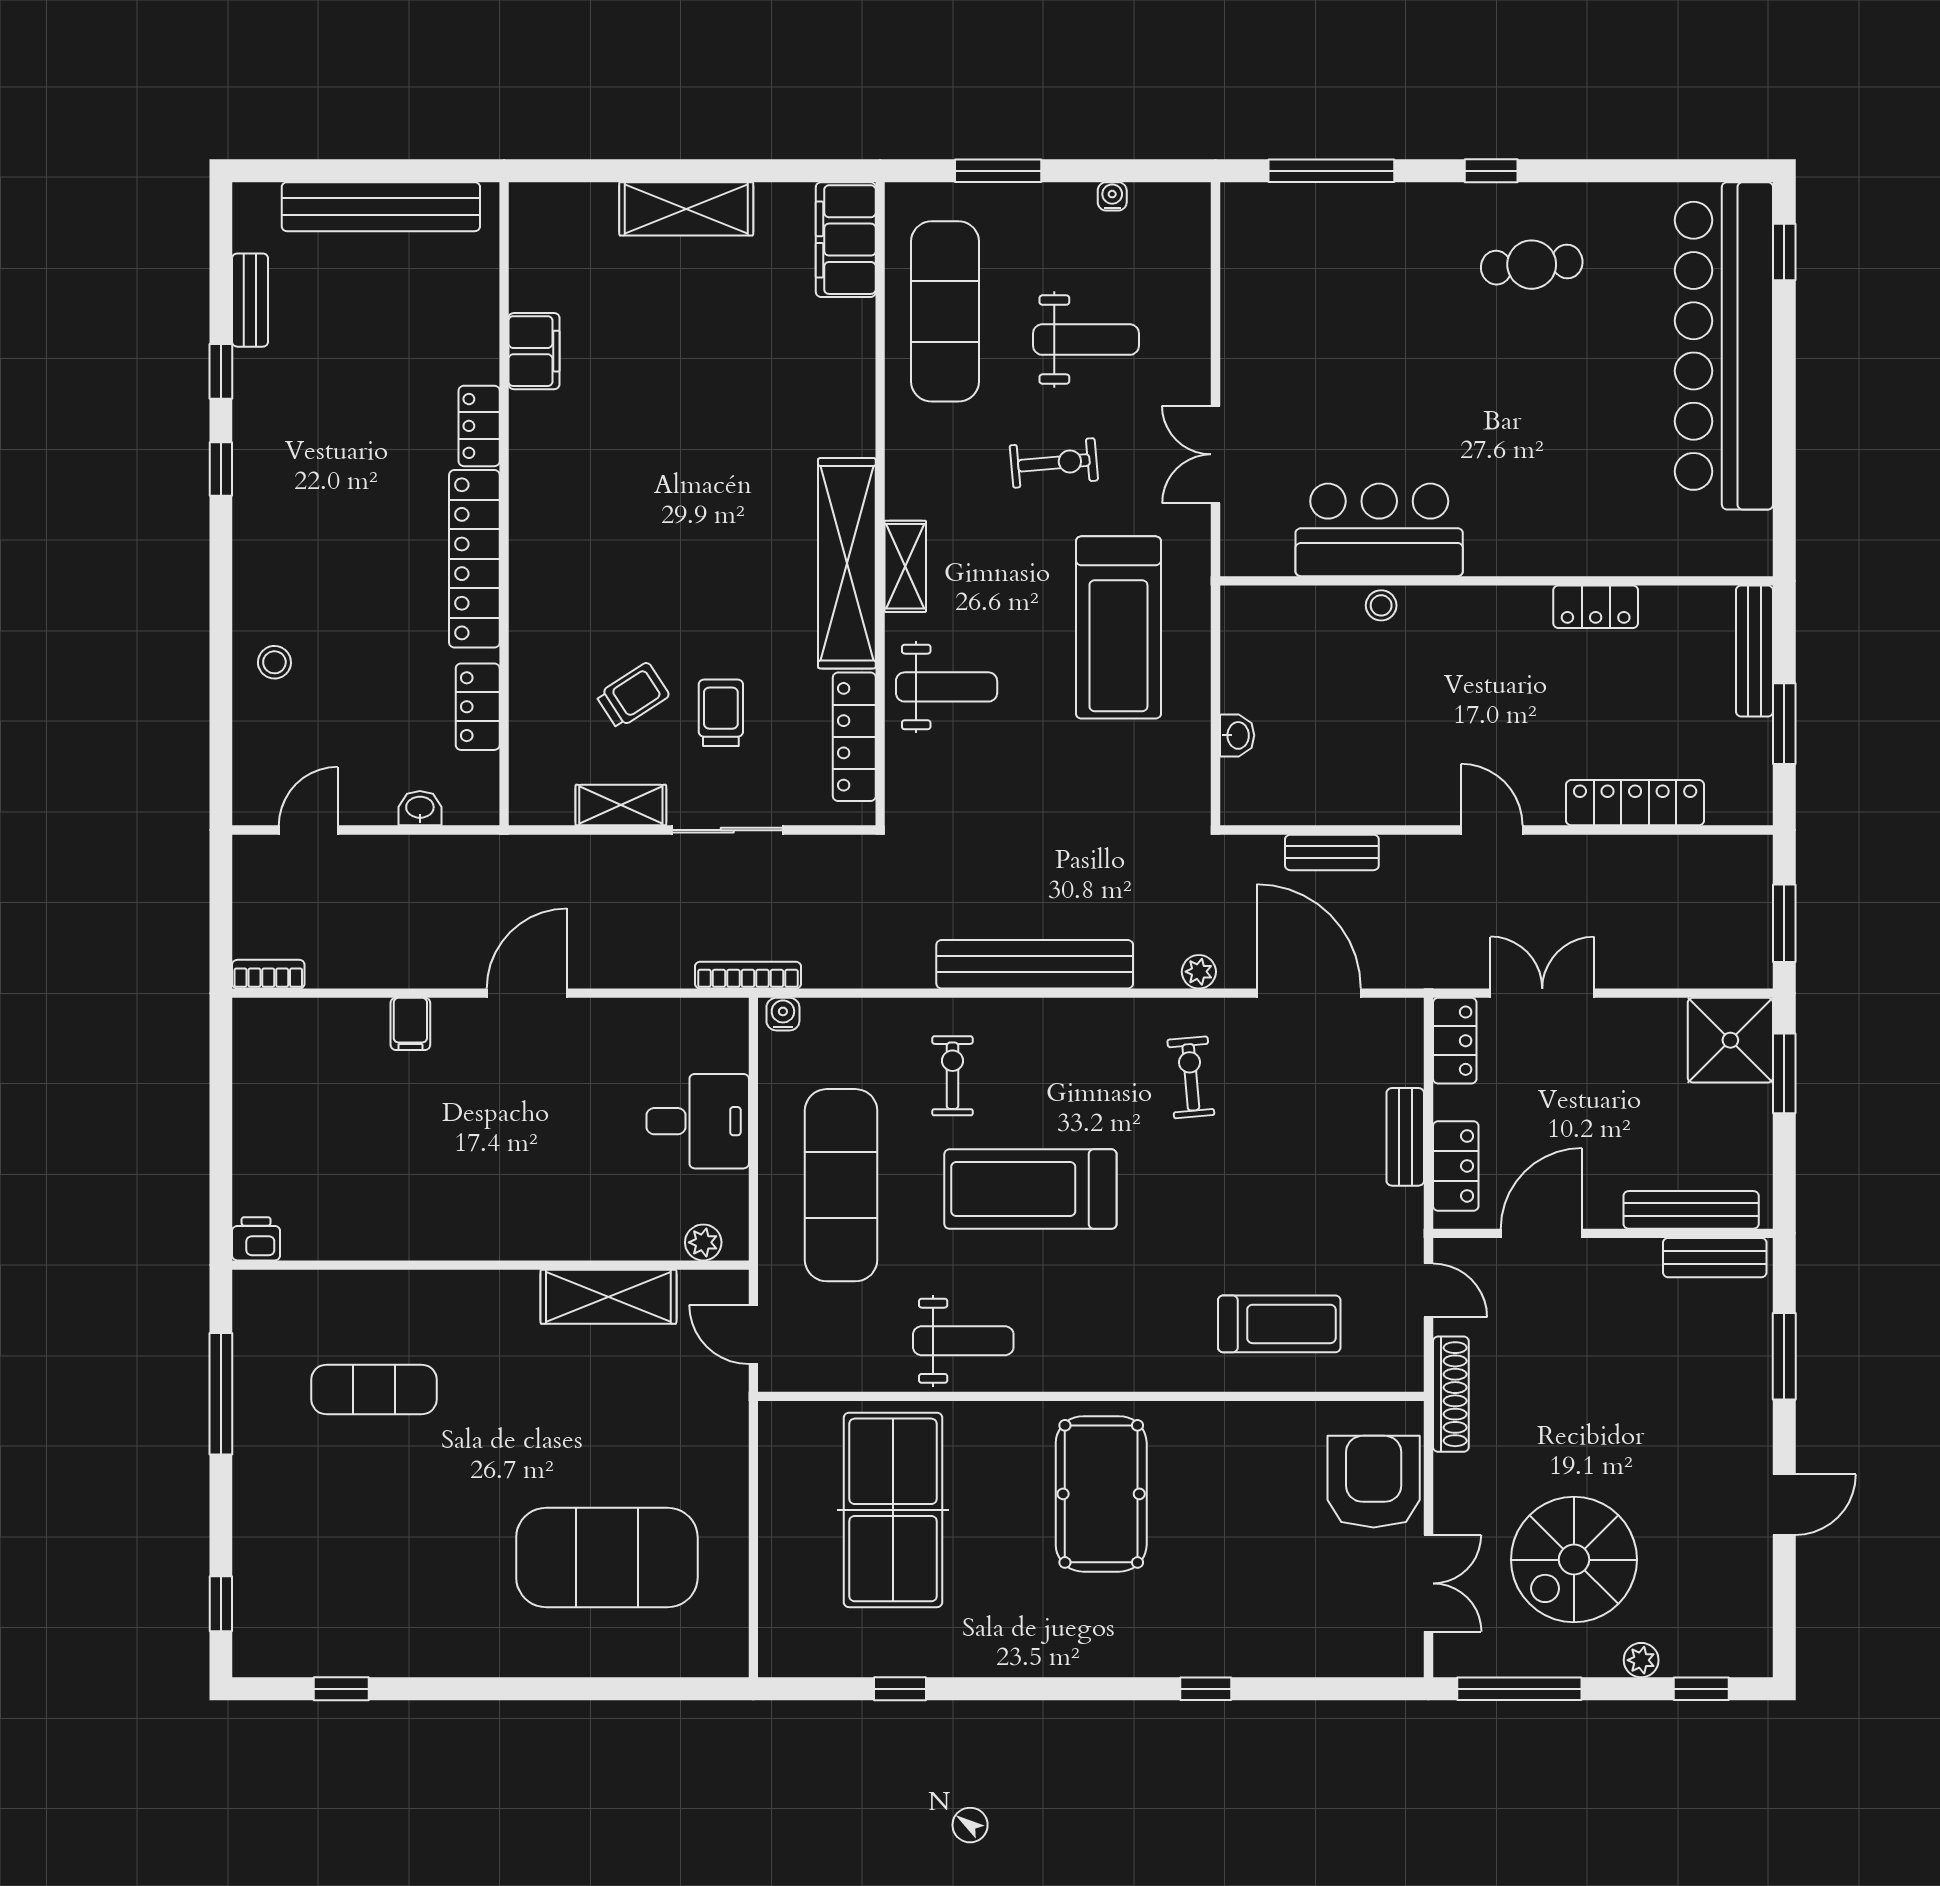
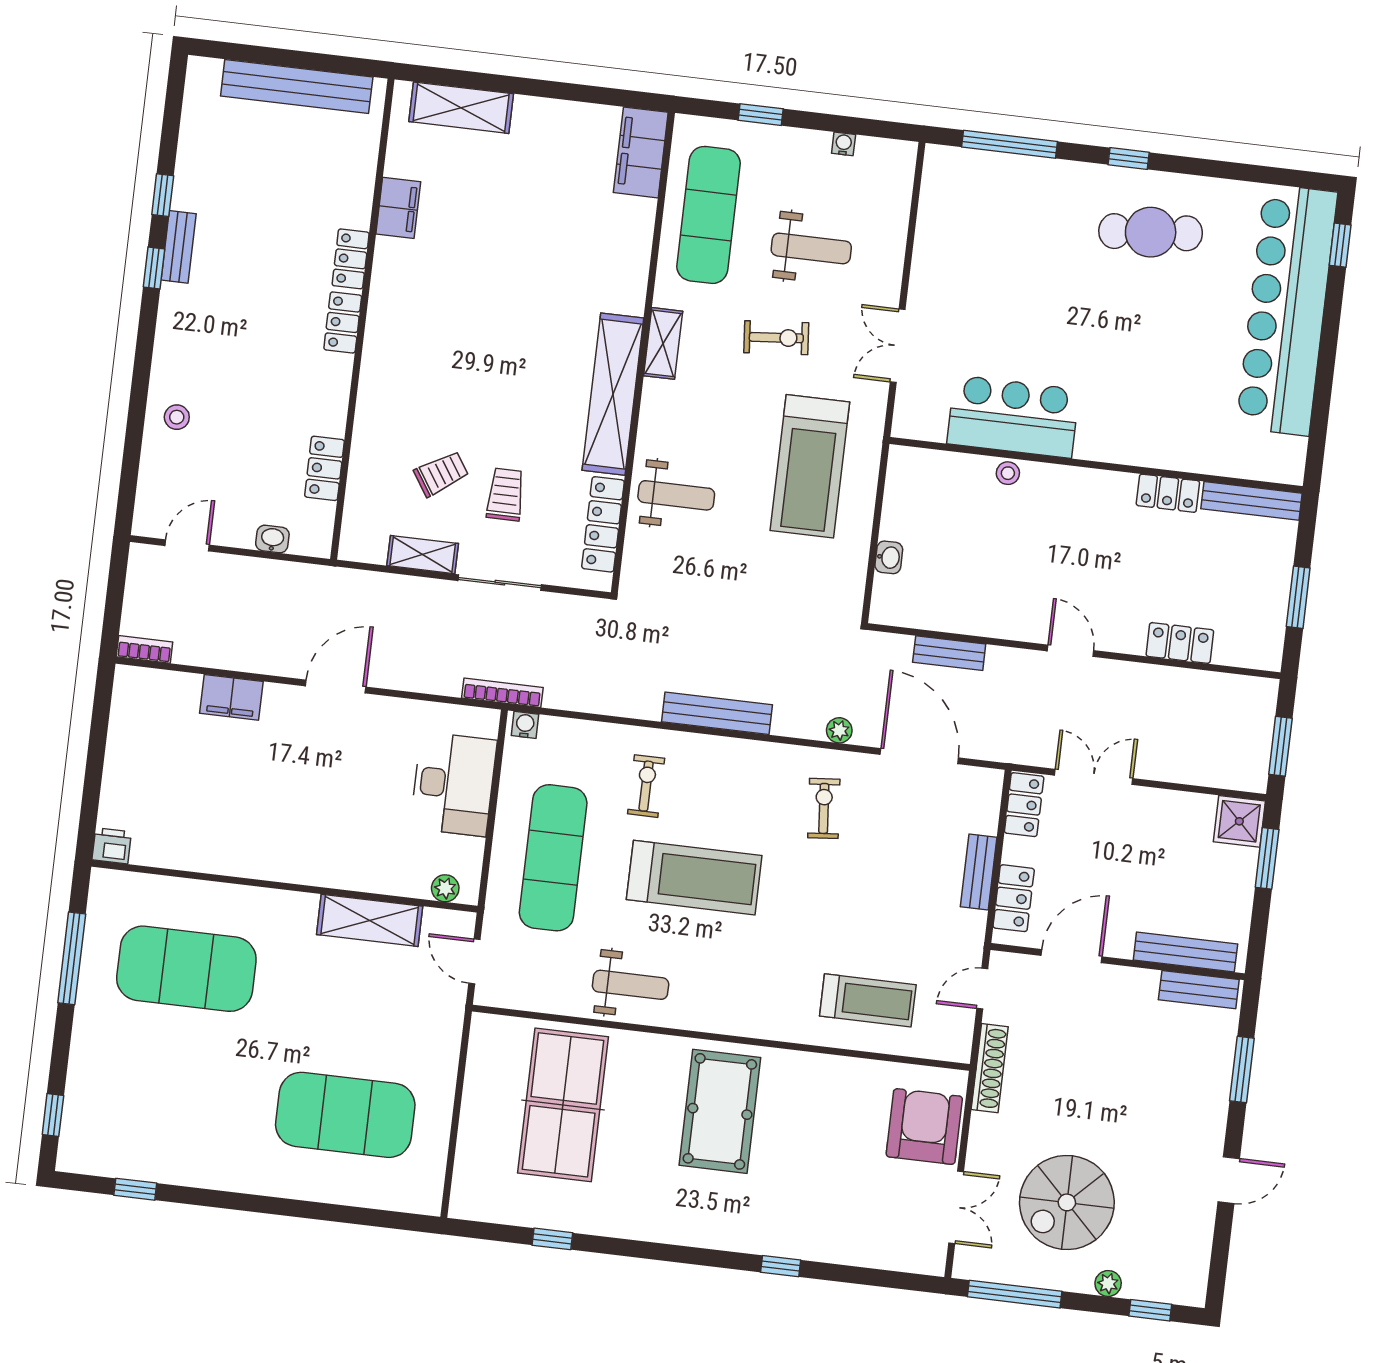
window: (998, 171) -> (761, 115), width x0.67
shelving: (686, 209) -> (461, 108), moved
cafe table: (1532, 265) -> (1151, 232), width x1.37, depth x1.35
bench: (250, 300) -> (179, 247), moved
locker: (474, 559) -> (343, 322), width x0.46, depth x0.83
shelving: (905, 566) -> (663, 343), moved
bench: (1754, 651) -> (1251, 501), moved, turned 90
locker: (1635, 803) -> (1180, 643), width x0.66
bench: (1035, 964) -> (717, 713), width x0.73, depth x0.82
filing cabinet: (410, 1024) -> (231, 697), width x2.00
shower: (1730, 1040) -> (1239, 821), width x0.73, depth x0.73
desk: (698, 1121) -> (453, 784), width x1.37
treadmill: (1030, 1189) -> (694, 878), turned 180
door: (1428, 1290) -> (982, 989), swing flipped
exercise mat: (374, 1389) -> (186, 969), width x2.00, depth x1.45

